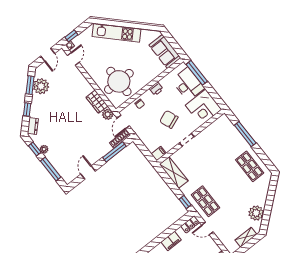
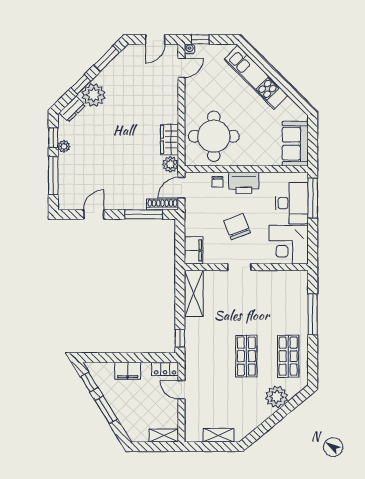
plant: (41, 86) -> (94, 95), moved
printer: (156, 89) -> (244, 183), width x1.87, depth x1.48
filing cabinet: (159, 154) -> (194, 250), width x2.00
shop shelf: (206, 201) -> (246, 356), moved
plant: (256, 213) -> (277, 397), moved

